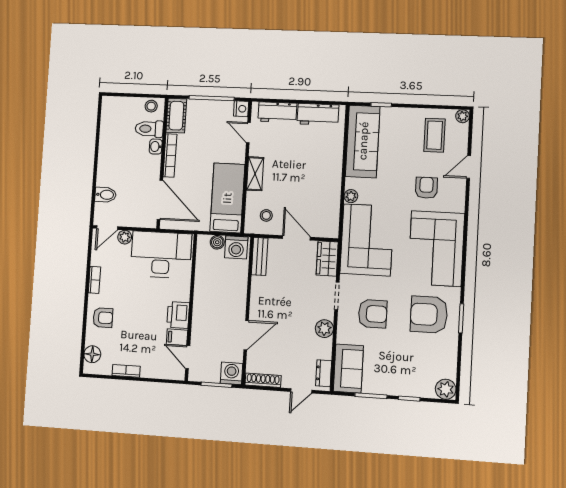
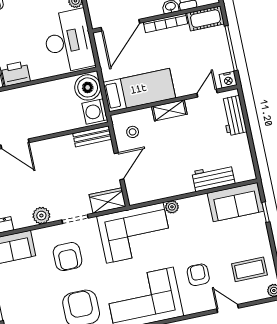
workbench: (318, 114) -> (213, 178), moved, turned 90
sofa: (363, 141) -> (235, 202), width x0.73
armchair: (426, 188) -> (198, 275), turned -90
boiler: (217, 242) -> (88, 87), width x1.86, depth x1.86

